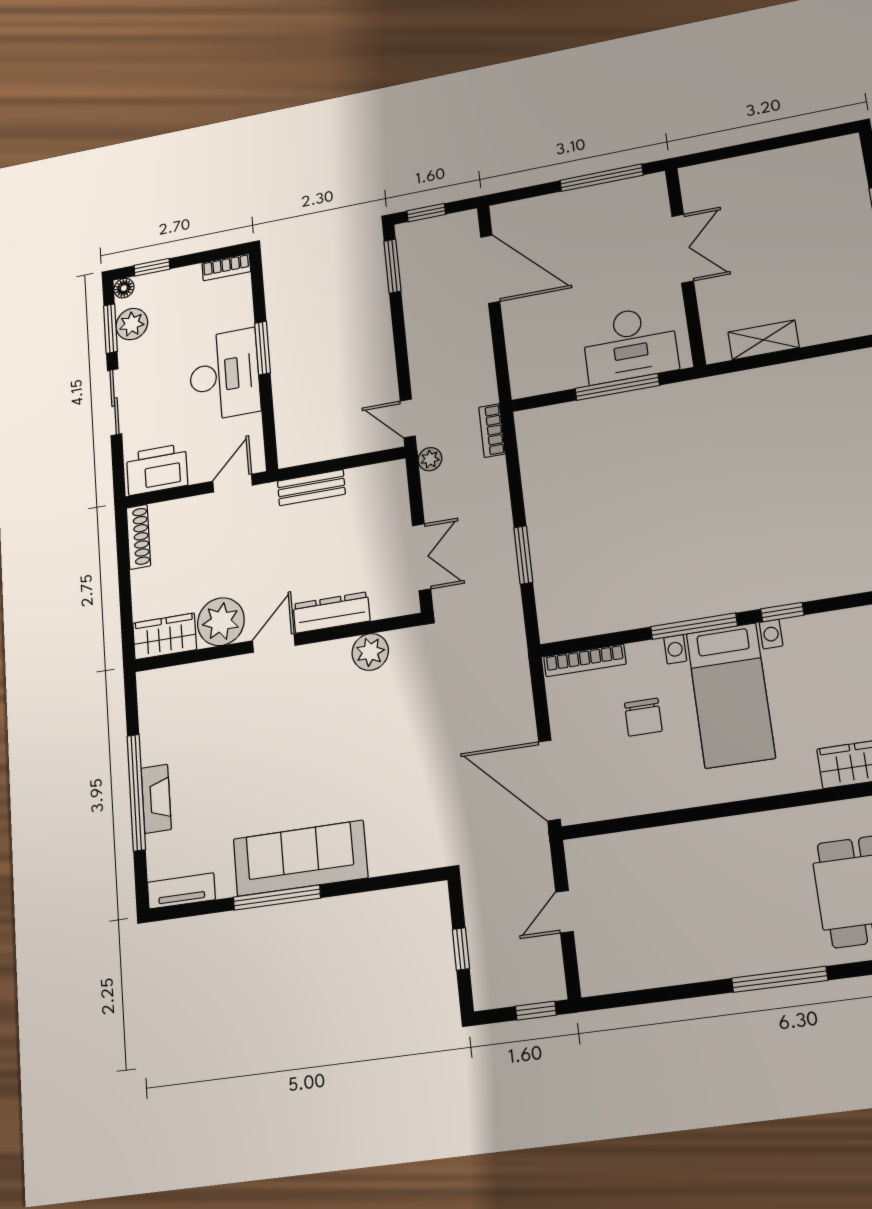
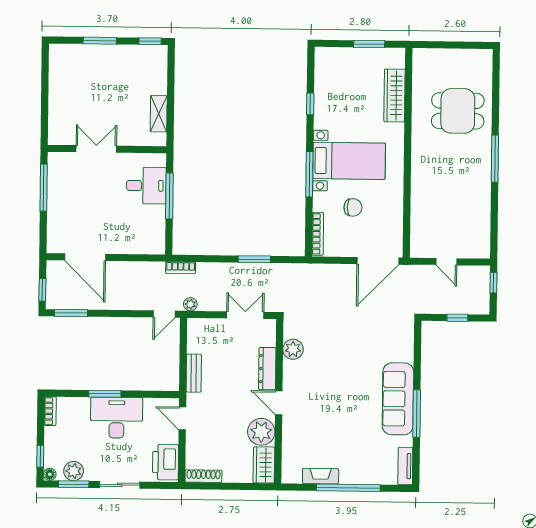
door: (490, 269) -> (85, 257), swing flipped
desk: (630, 344) -> (146, 186), width x0.73
window: (782, 612) -> (310, 104), moved
fireplace: (156, 799) -> (321, 476), moved

